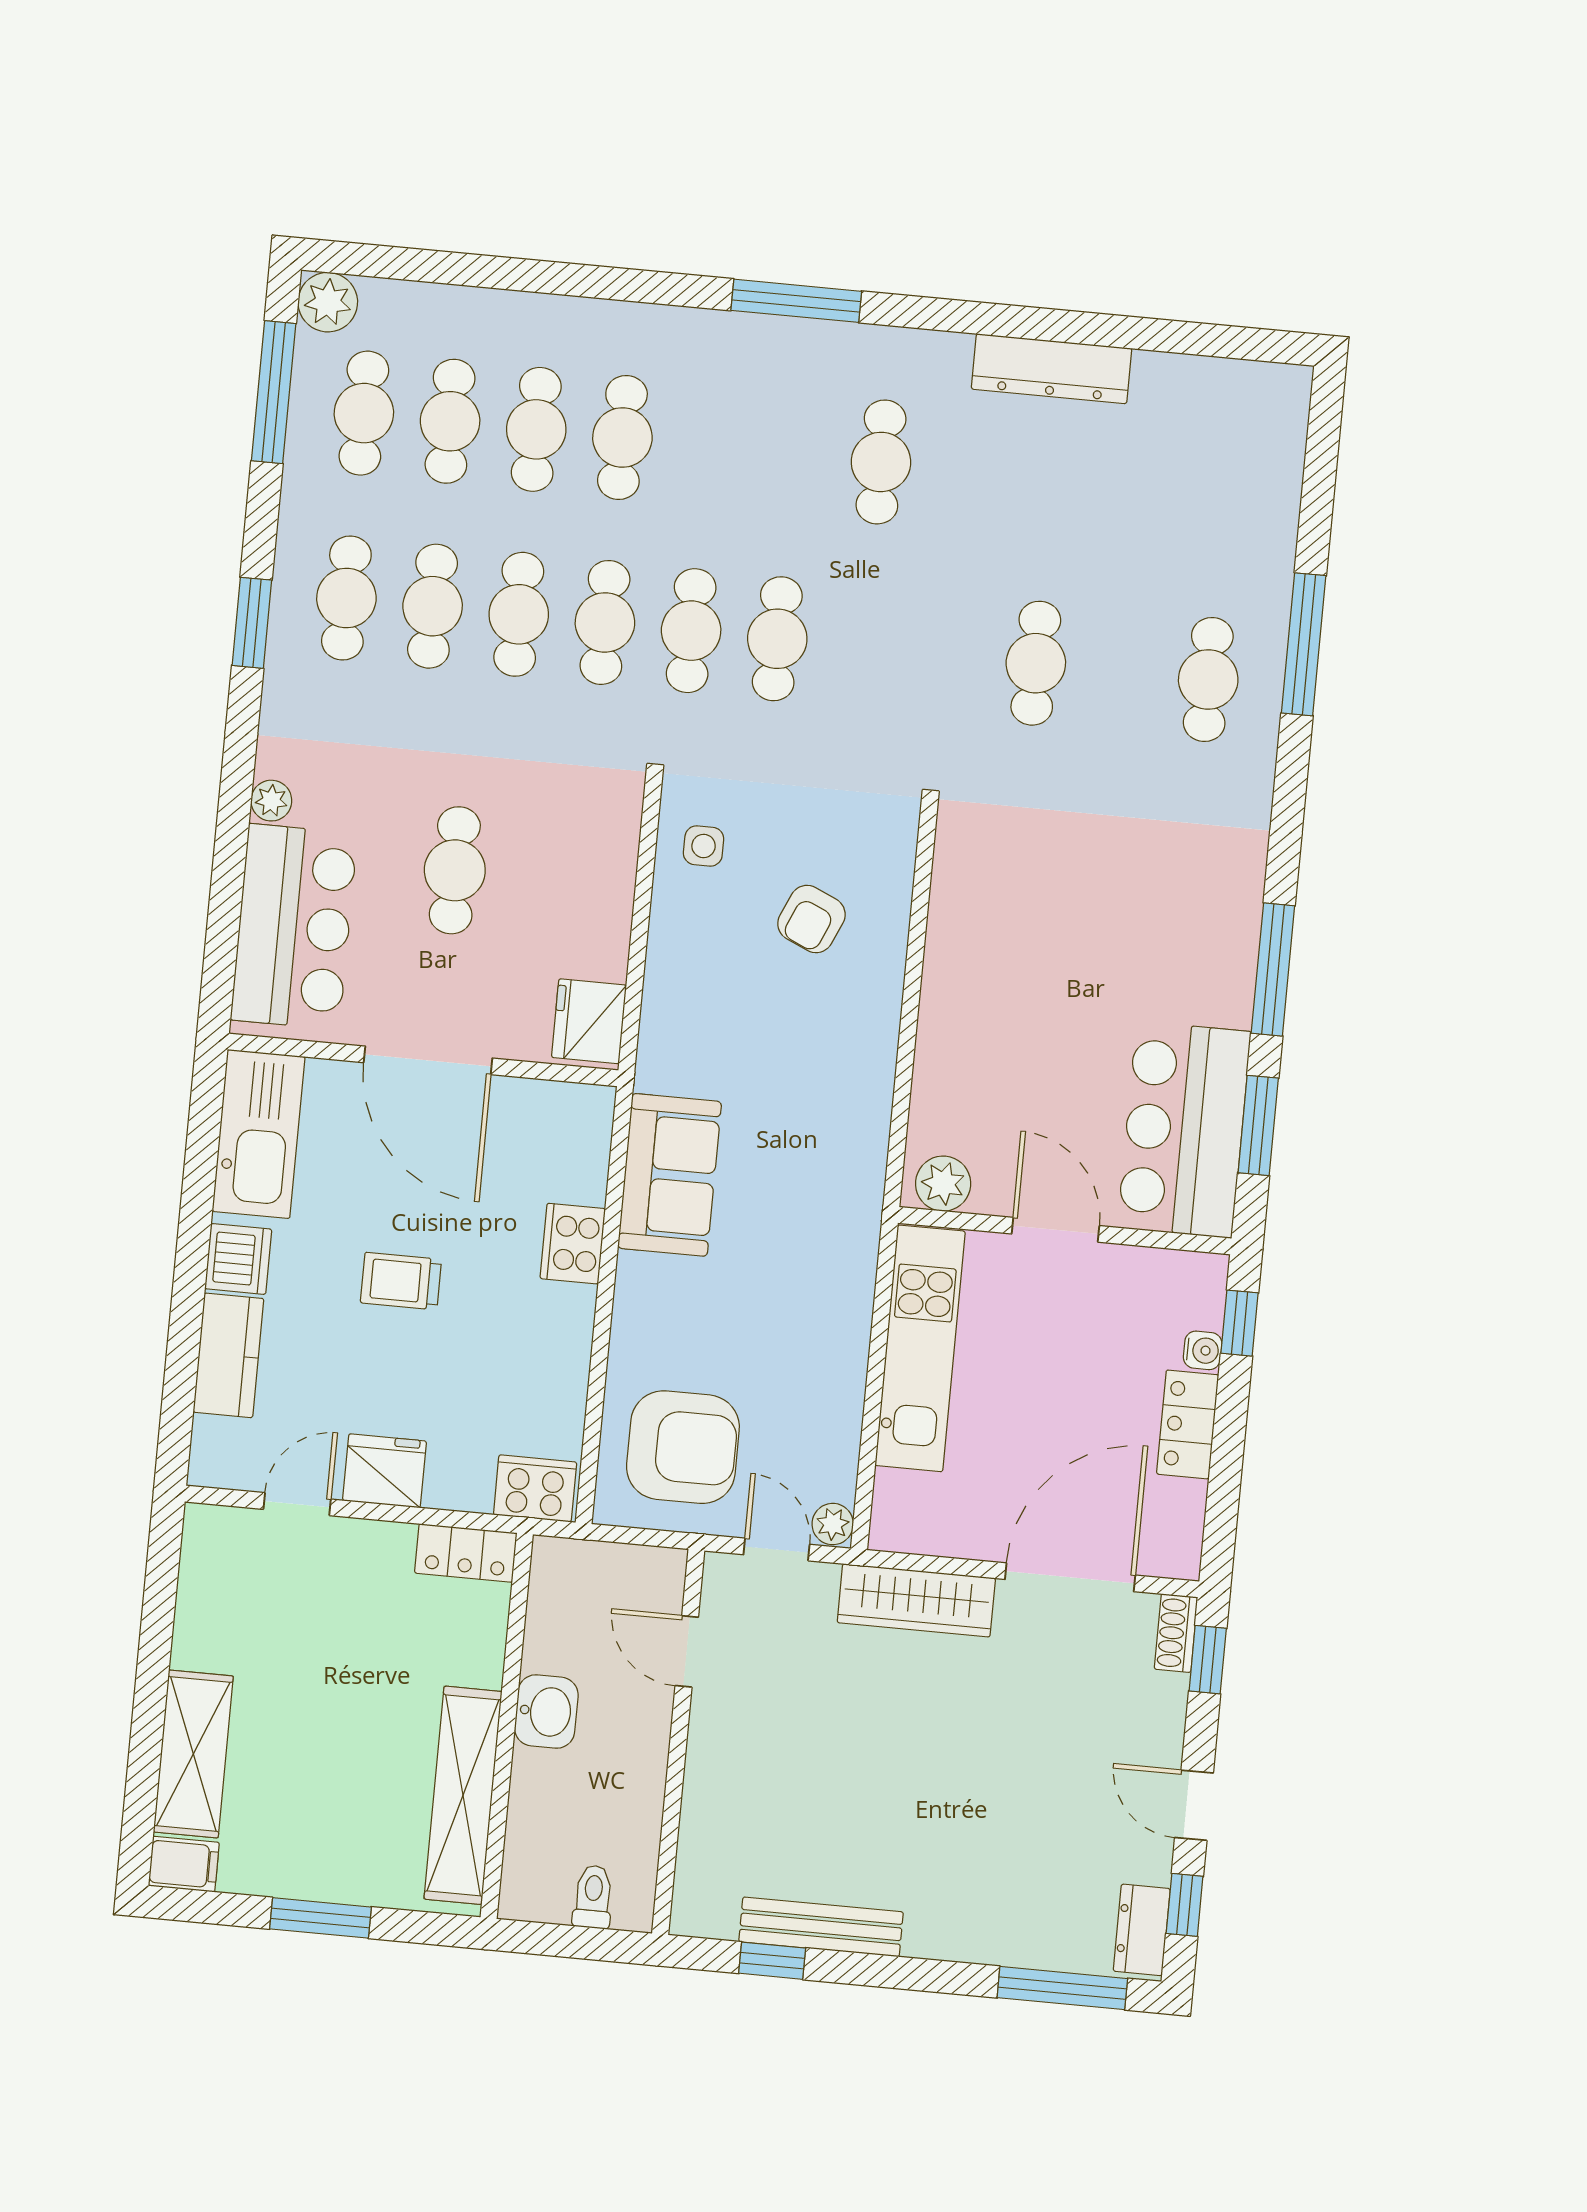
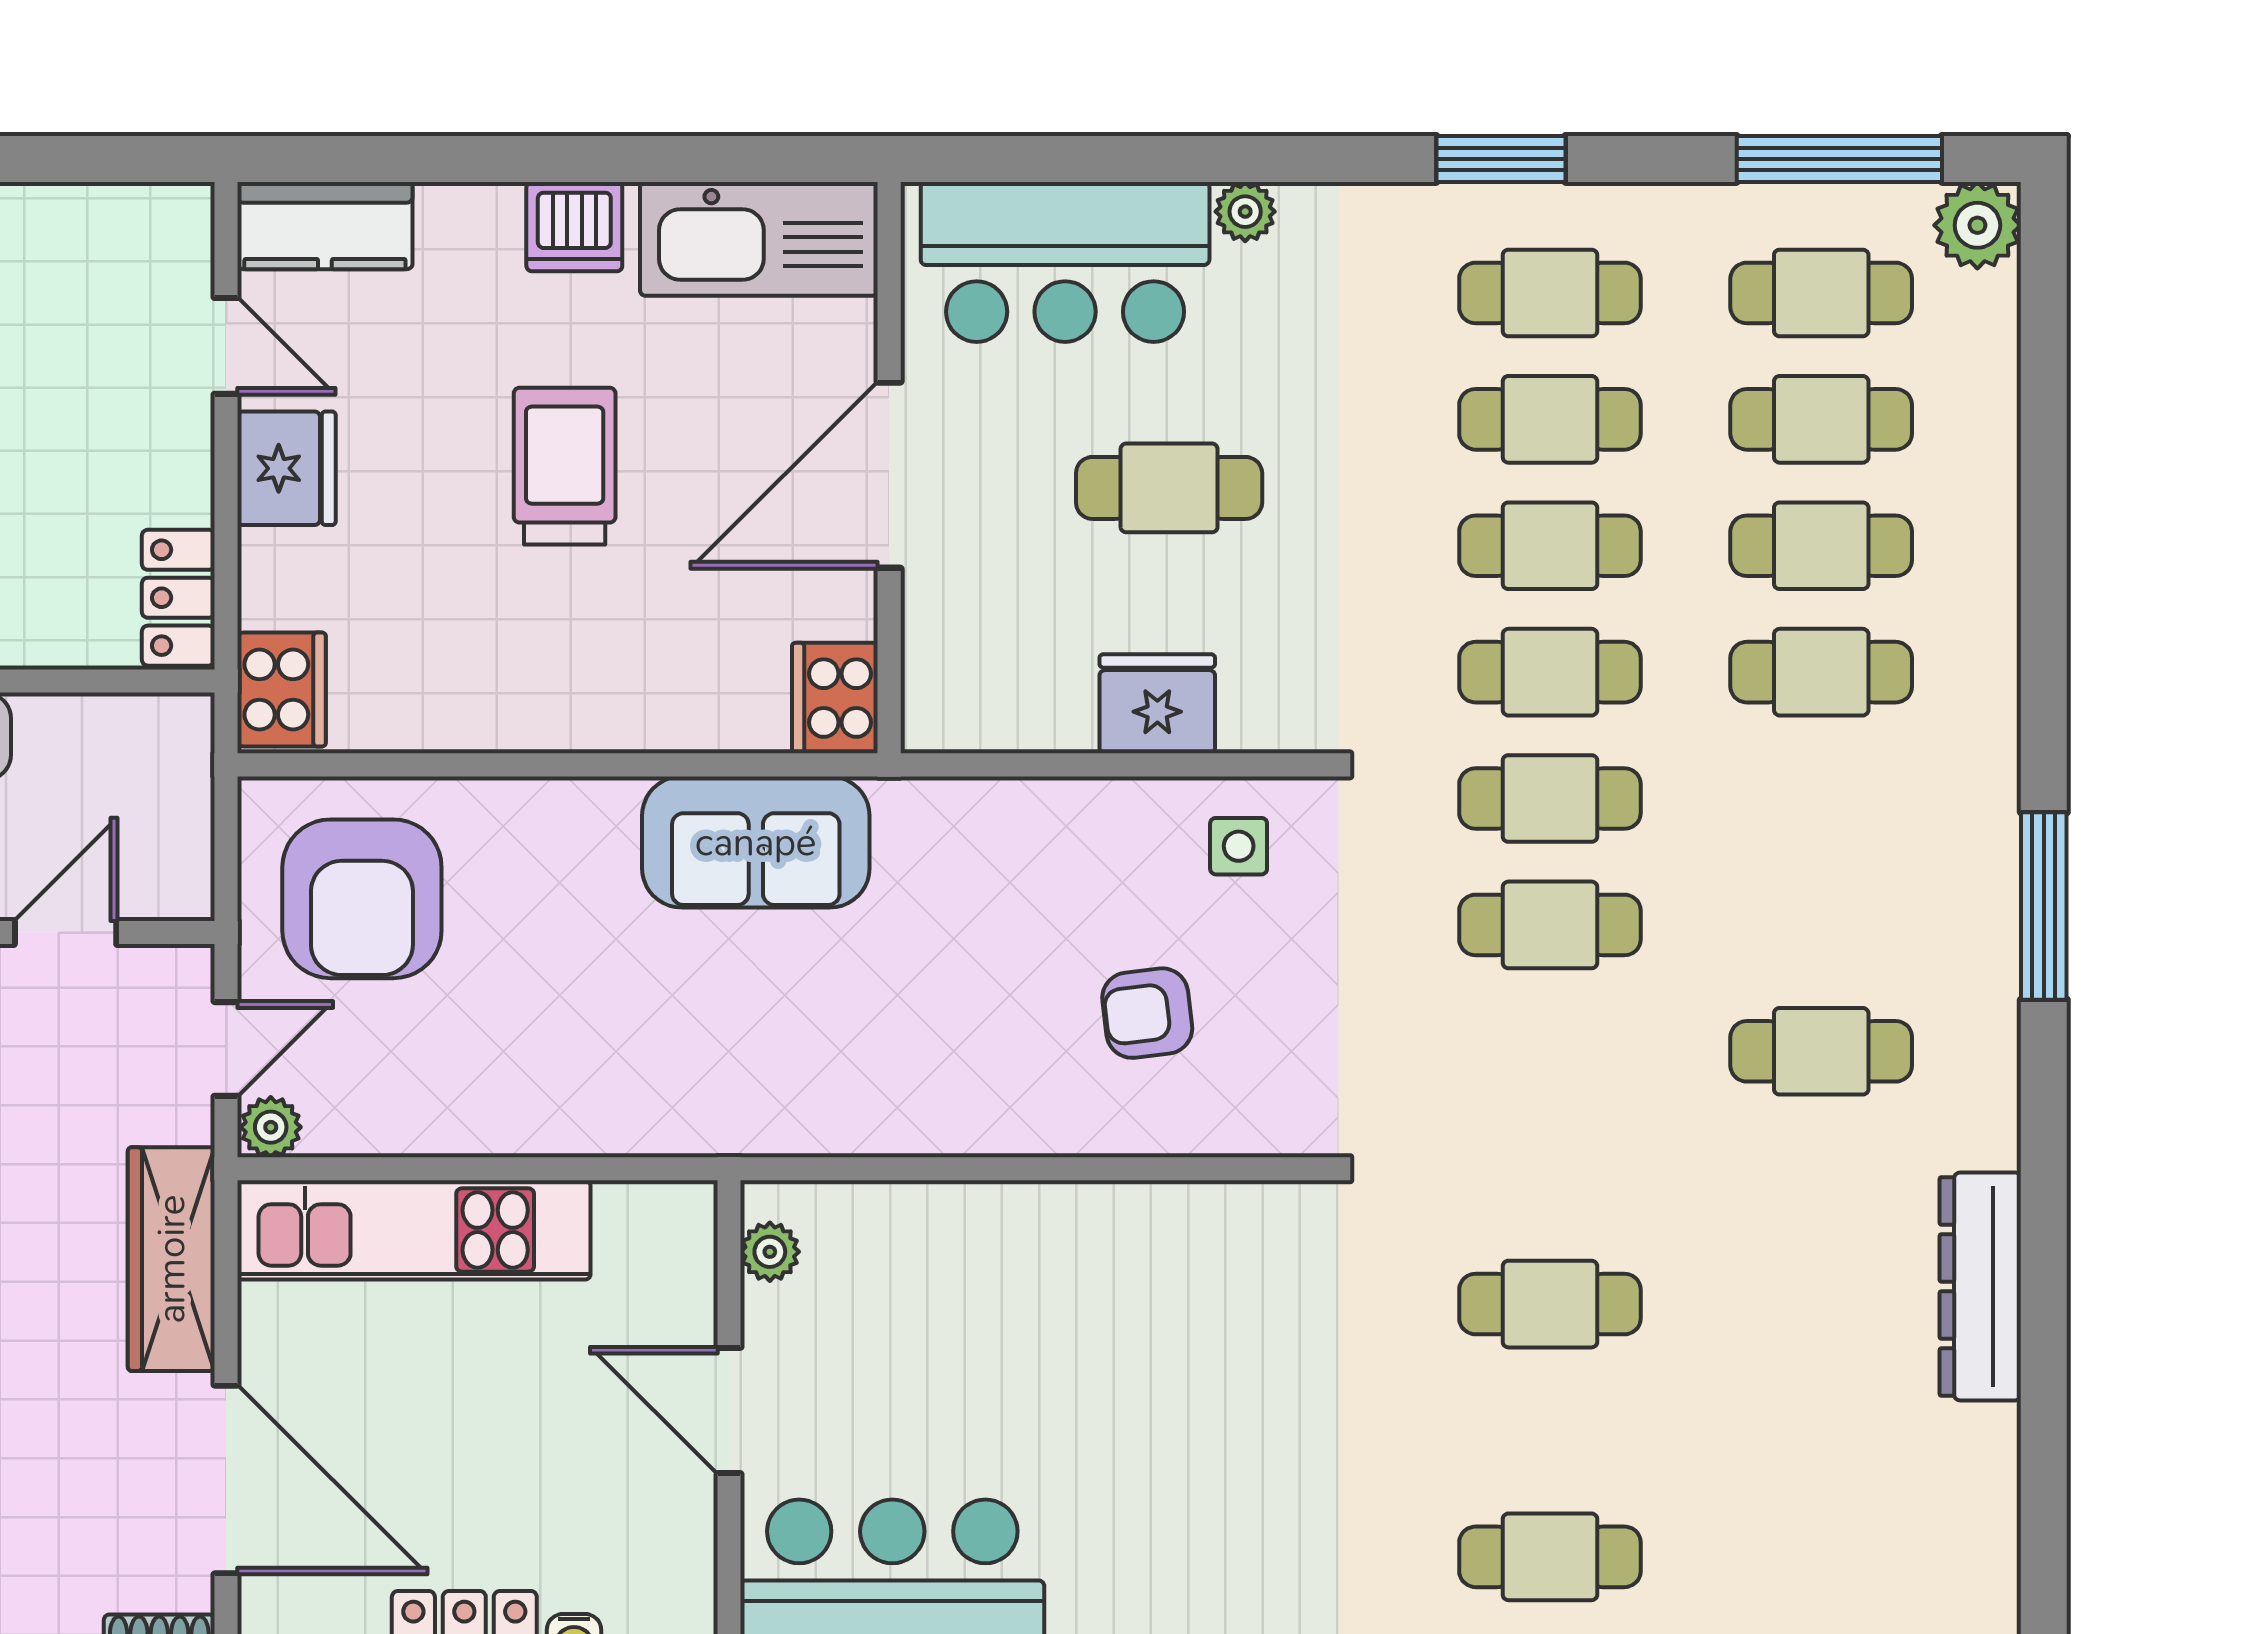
armchair: (811, 919) -> (1147, 1013), turned -31
fridge: (589, 1021) -> (1157, 704), moved
plant: (943, 1184) -> (770, 1252), width x0.73, depth x0.73
door: (1055, 1230) -> (729, 1410), swing flipped
cooker: (573, 1244) -> (835, 698), moved, turned -90
trolley: (401, 1281) -> (565, 466), width x1.36, depth x1.39
kitchen unit: (920, 1348) -> (414, 1230), moved
kitchen counter: (228, 1355) -> (325, 226), moved

